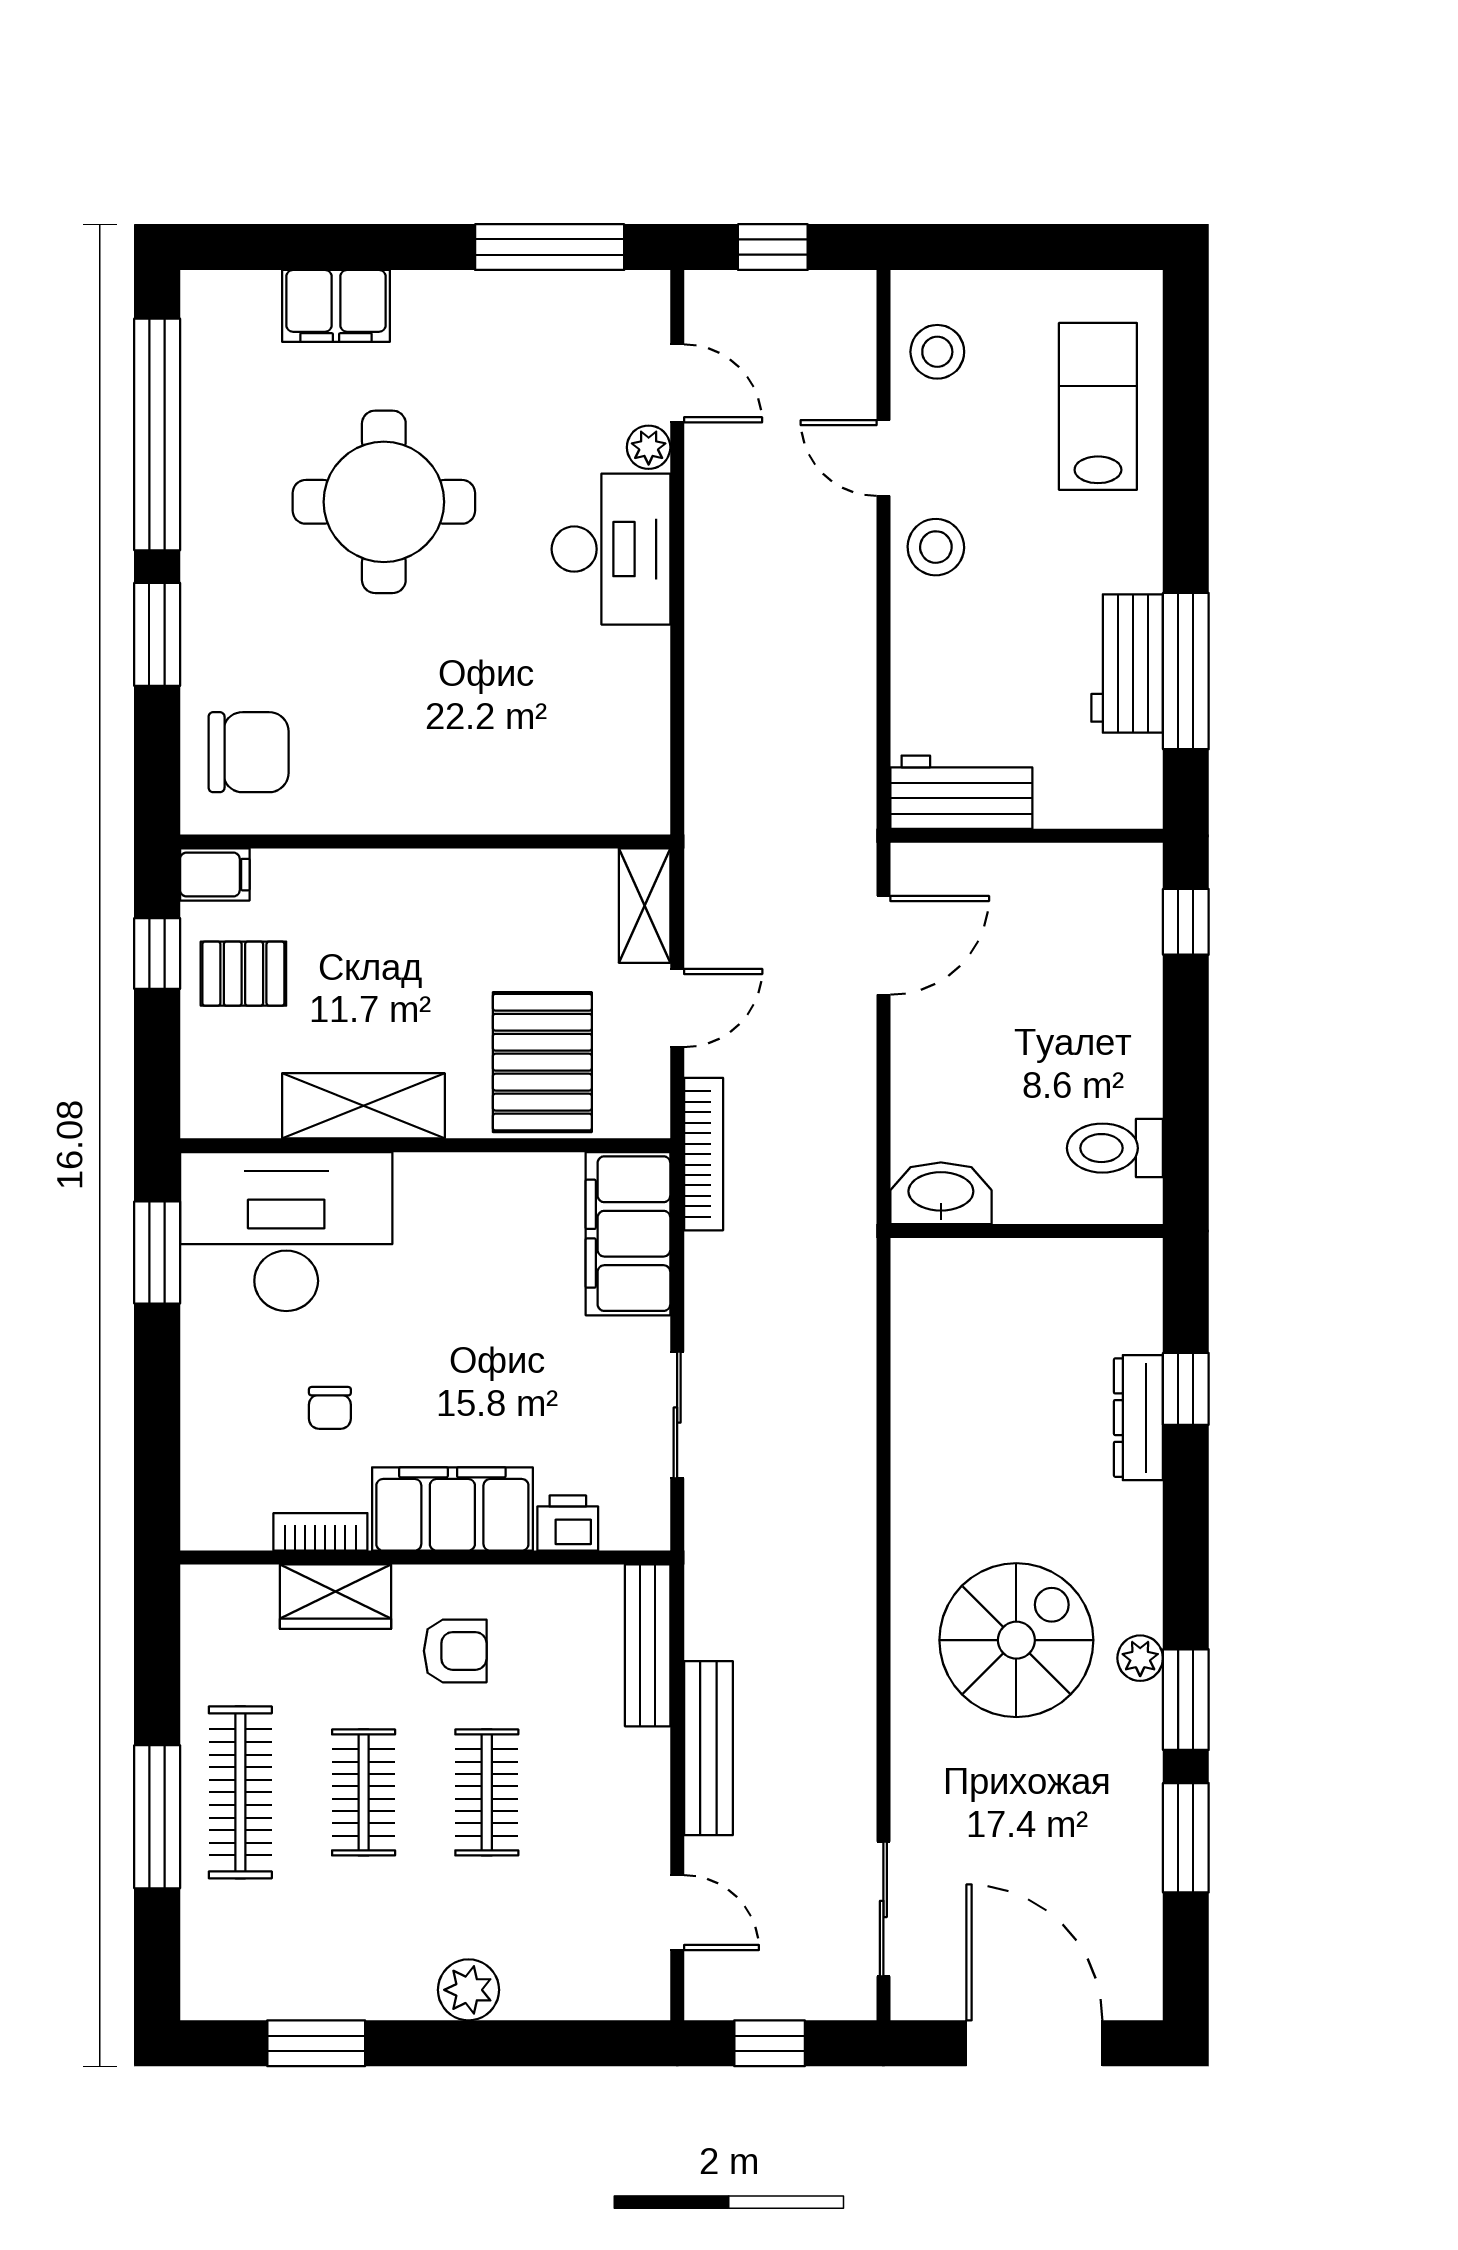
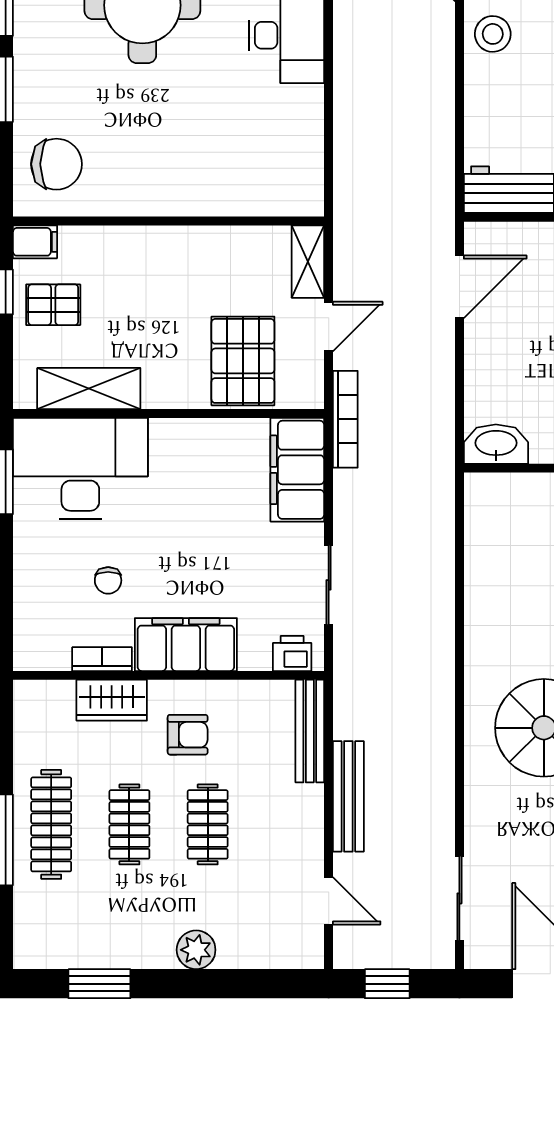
shelving: (363, 1106) -> (89, 389), moved
printer: (568, 1523) -> (292, 653), moved

